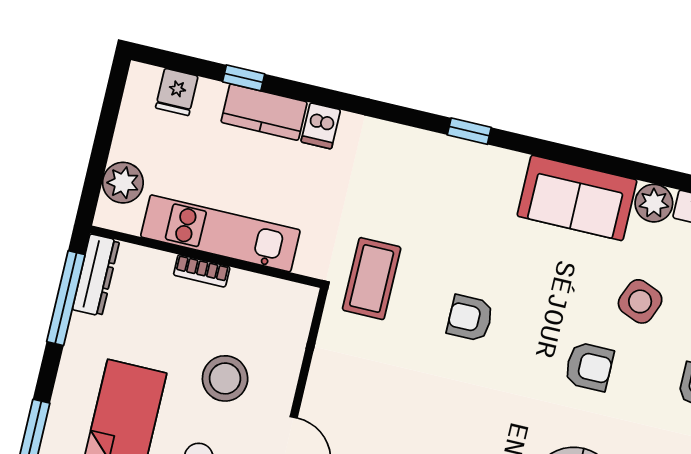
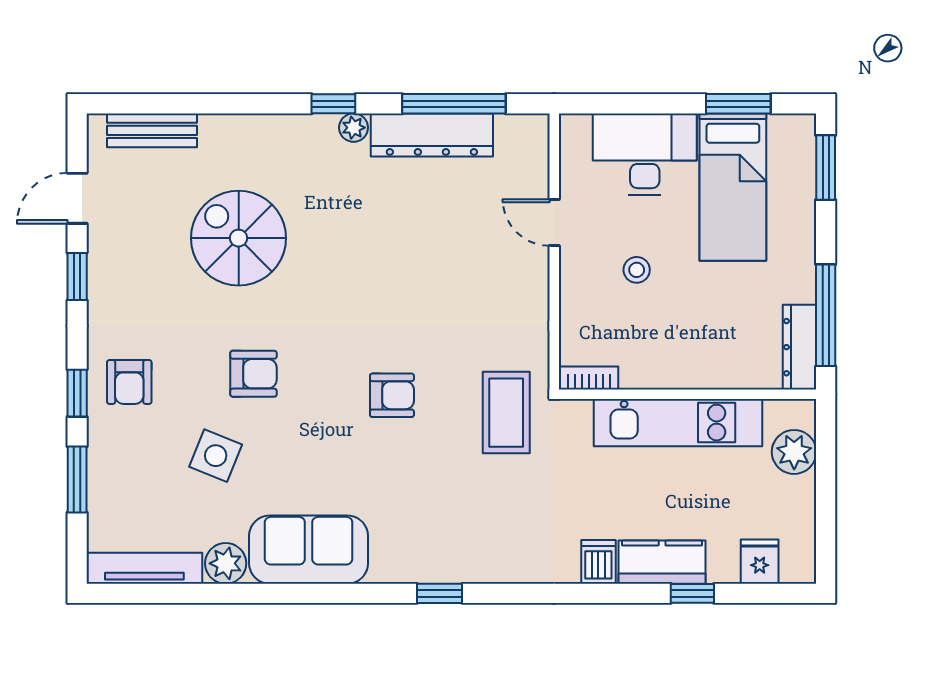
bookcase: (202, 271) -> (589, 378), moved
armchair: (589, 367) -> (253, 374), turned 180
stool: (225, 378) -> (637, 270), width x0.53, depth x0.53

